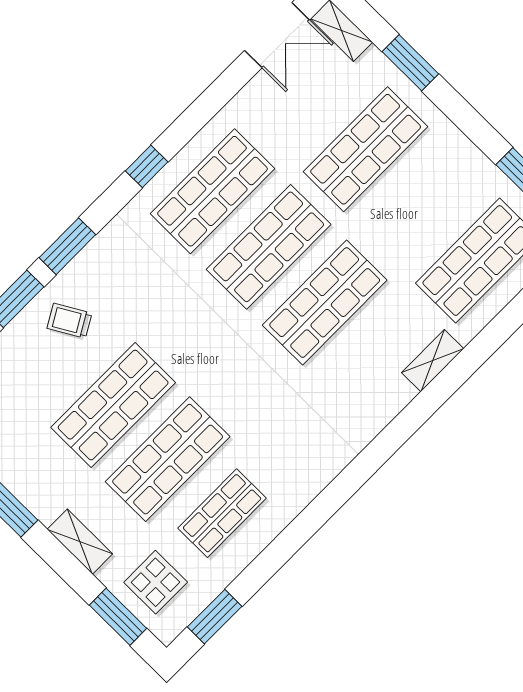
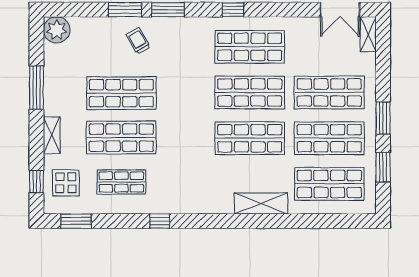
window: (410, 63) -> (383, 118), moved
shop shelf: (422, 205) -> (329, 138), added
shelving: (433, 361) -> (261, 204), width x1.50, depth x1.33
window: (317, 514) -> (160, 221), added
window: (118, 617) -> (36, 181), width x0.67

